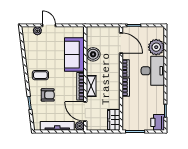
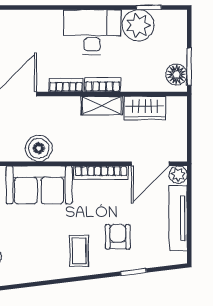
plant: (156, 47) -> (138, 25), moved
desk: (153, 71) -> (92, 32), moved
shelving: (91, 86) -> (102, 106), moved
wardrobe: (114, 120) -> (145, 108), moved
printer: (158, 122) -> (171, 23), removed
floor lamp: (131, 125) -> (176, 75), added

